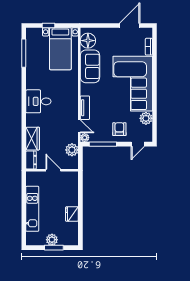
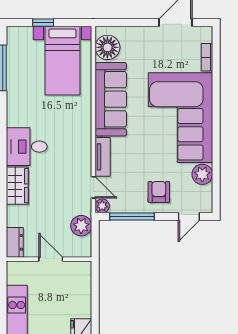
sofa: (90, 66) -> (111, 99), width x1.36
wardrobe: (33, 139) -> (17, 186), moved

